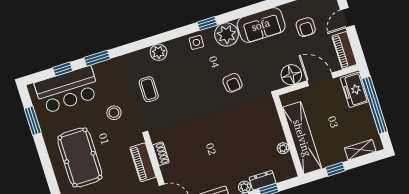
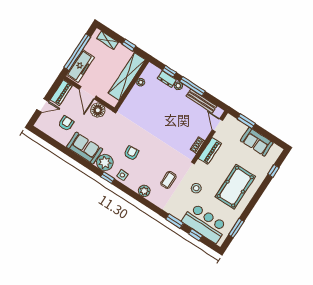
armchair: (232, 83) -> (131, 153), moved
freezer: (354, 90) -> (80, 66), width x1.40

